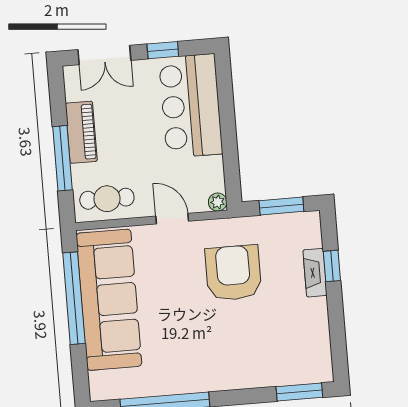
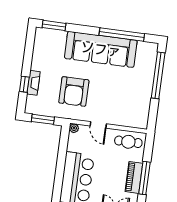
window: (62, 158) -> (144, 178), moved
window: (74, 298) -> (158, 75), moved
sofa: (109, 300) -> (101, 49), moved, turned -90

